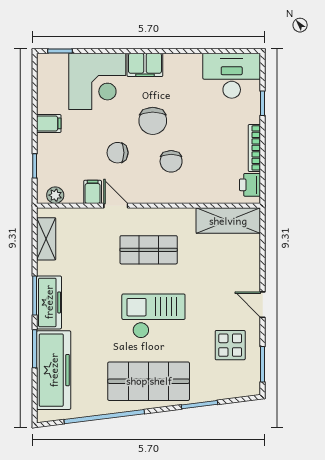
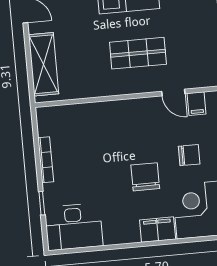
chair: (118, 153) -> (189, 155), moved
chair: (171, 161) -> (124, 140), removed
printer: (250, 185) -> (47, 124), removed
shelving: (228, 221) -> (44, 64), moved, turned 90

